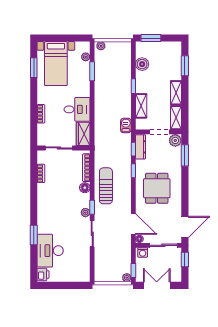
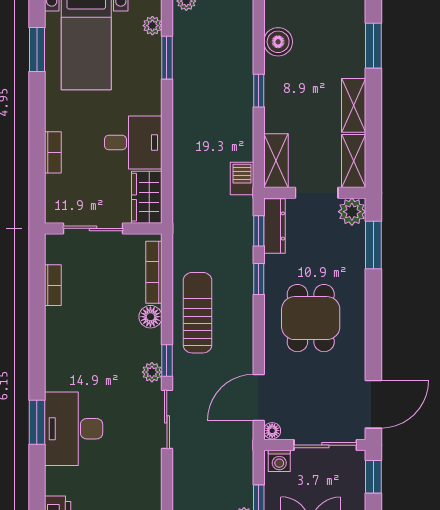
shelving: (141, 106) -> (276, 161), moved
door: (133, 224) -> (259, 397), swing flipped
desk: (50, 251) -> (74, 429), moved

